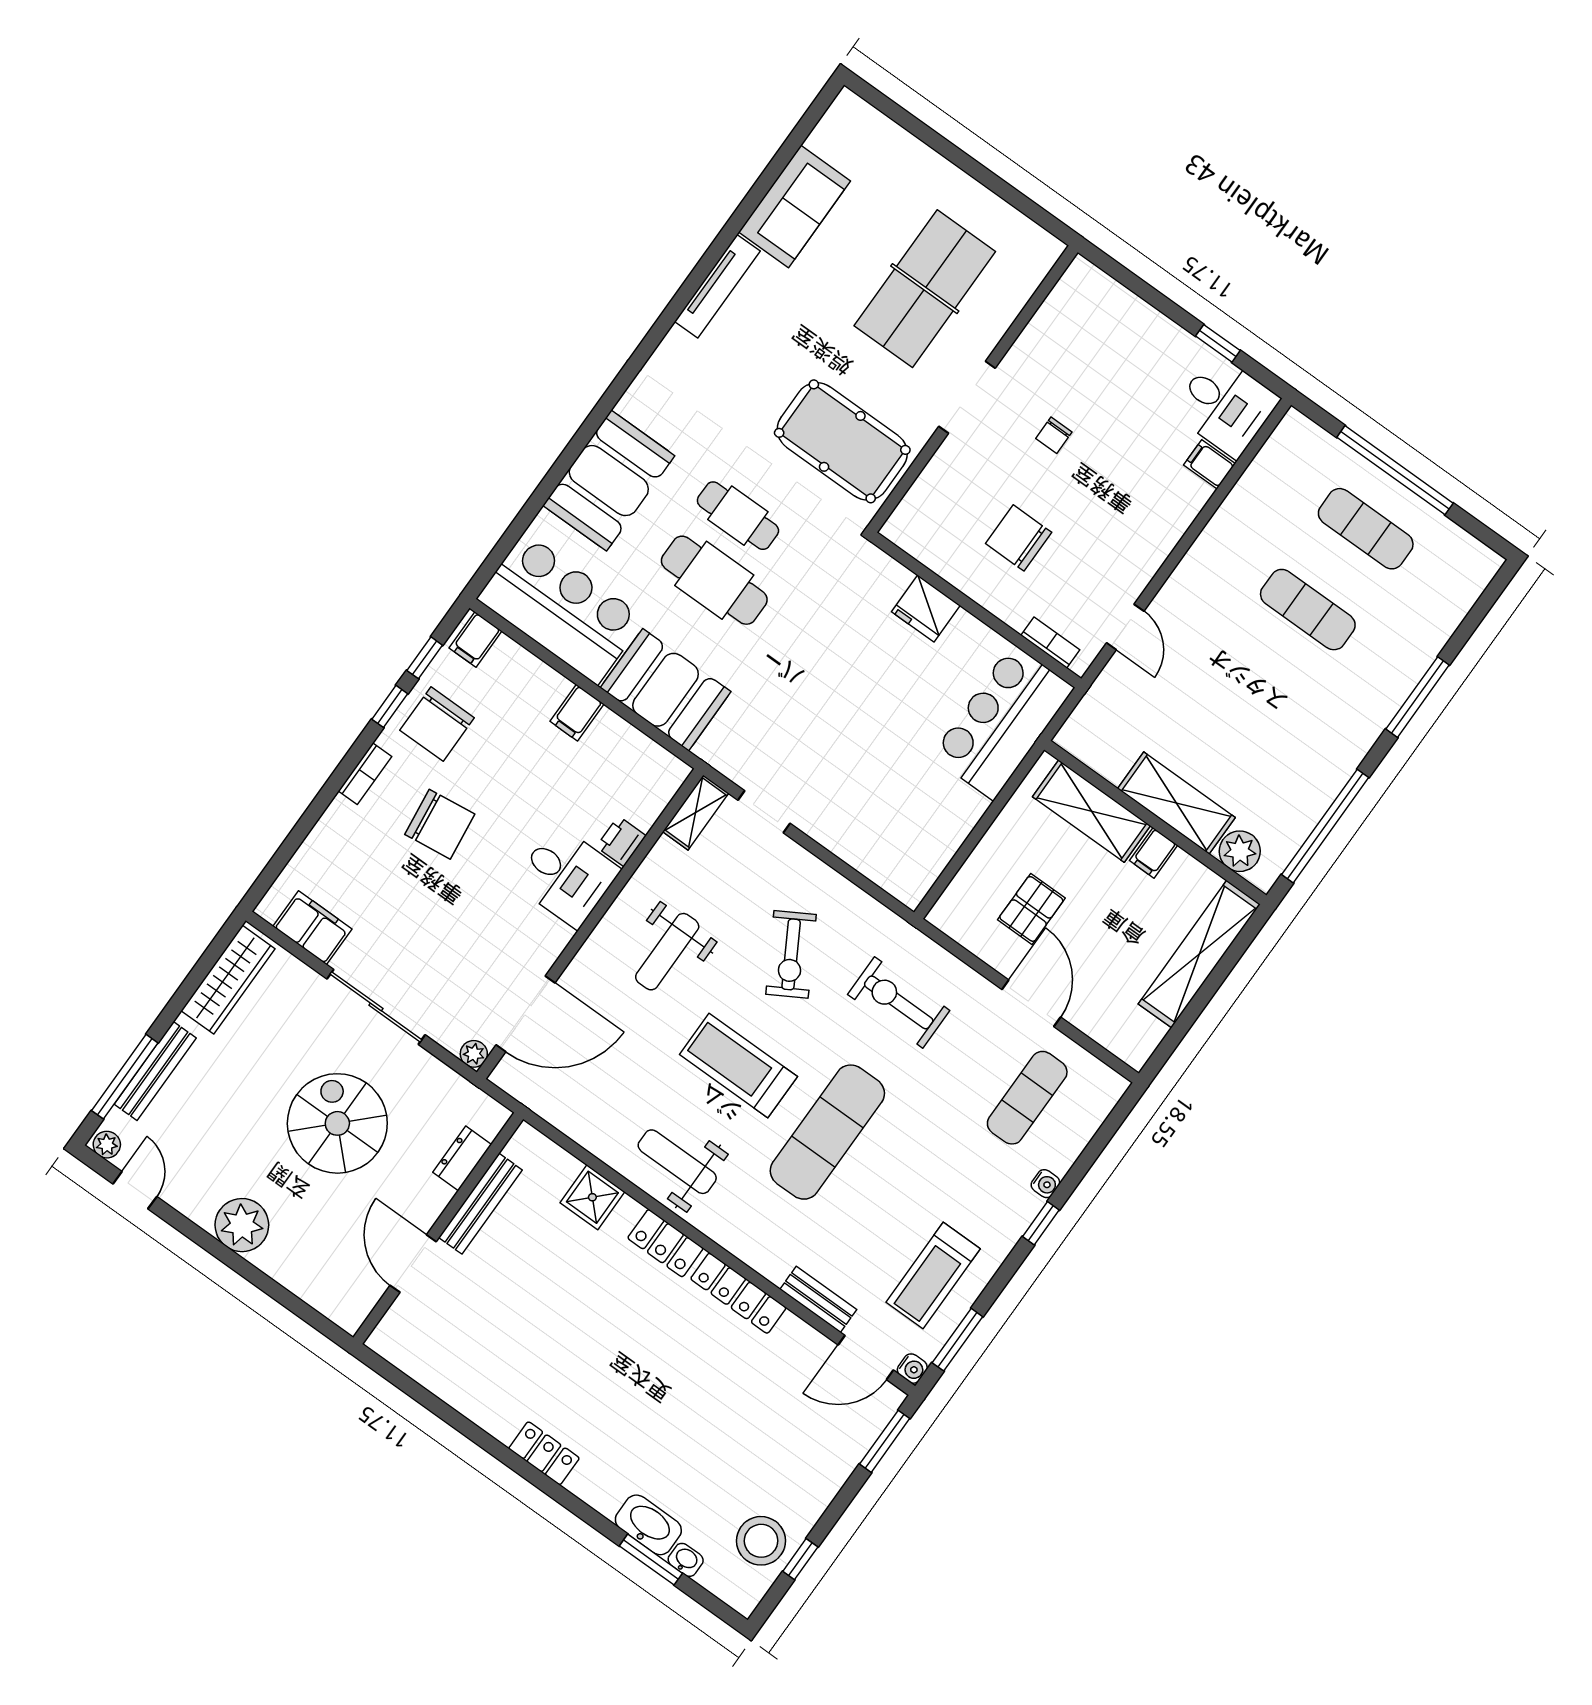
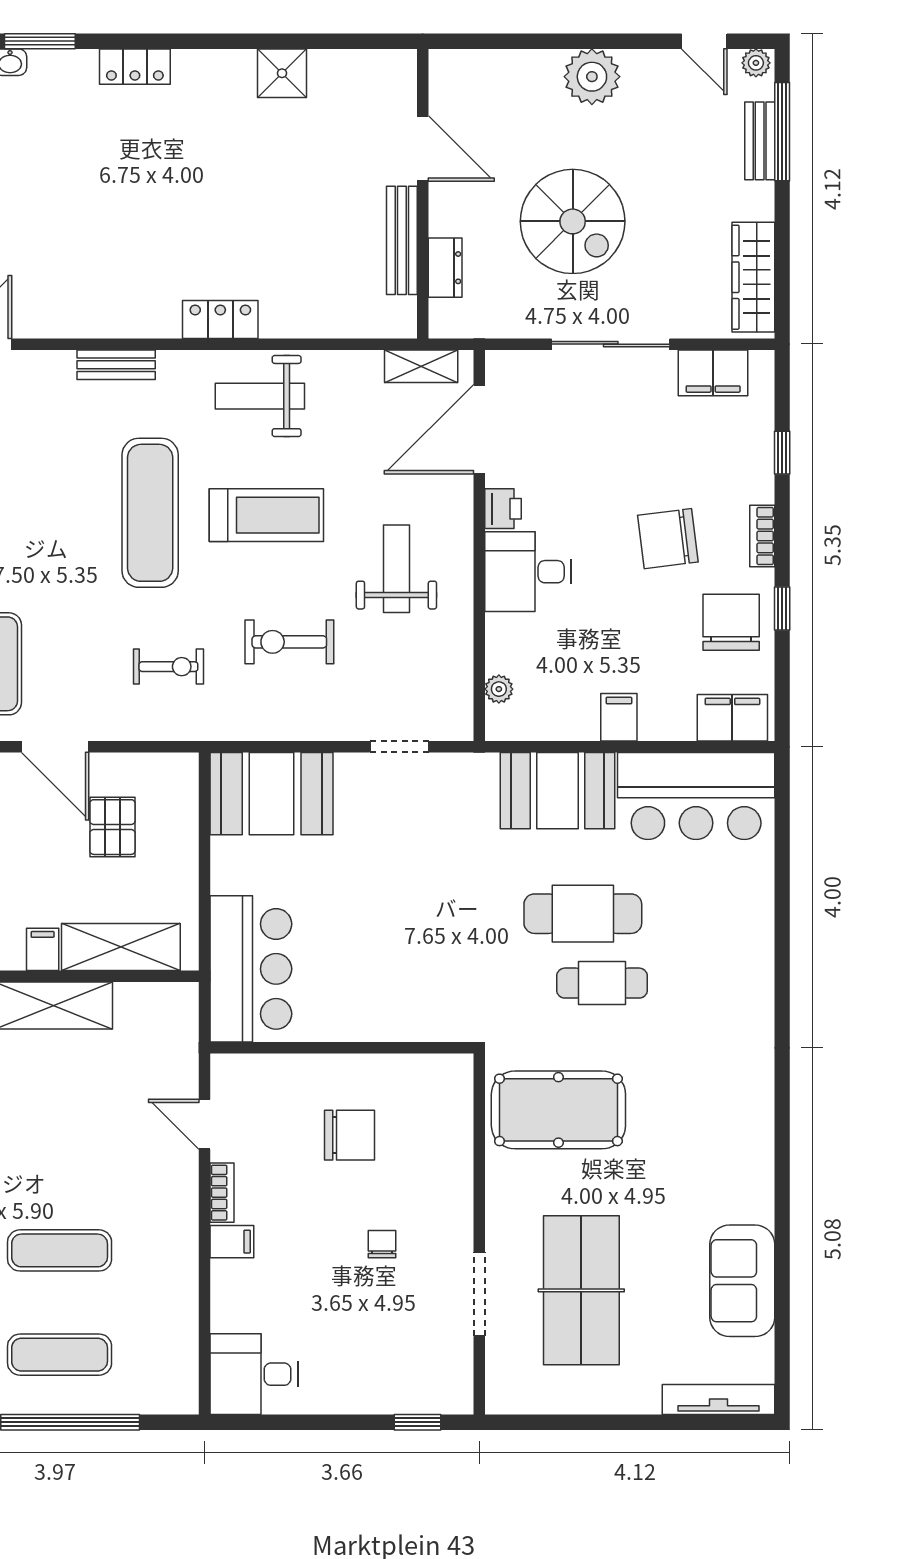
tv unit: (717, 286) -> (719, 1400), moved, turned 90
window: (1218, 343) -> (417, 1422), moved
doorway: (967, 397) -> (479, 1294), moved
filing cabinet: (1209, 464) -> (232, 1242), moved
booth: (609, 481) -> (272, 794), moved, turned 90
fridge: (926, 609) -> (385, 1019), removed
filing cabinet: (476, 639) -> (732, 718), width x2.00
bookcase: (1050, 643) -> (222, 1193), moved, turned -90
window: (425, 658) -> (782, 453), moved
shelving: (696, 812) -> (421, 366), moved, turned 90
printer: (621, 841) -> (503, 509), moved
exercise bike: (791, 954) -> (289, 642), turned -60
exercise bike: (899, 1002) -> (168, 667), width x0.73, depth x0.72
plant: (474, 1054) -> (499, 689), moved
bench: (155, 1071) -> (760, 141), width x0.73
weight bench: (677, 1162) -> (260, 396), turned 180
shower: (592, 1197) -> (282, 73), moved
locker: (738, 1293) -> (128, 321), removed
bench: (818, 1299) -> (116, 365), moved
locker: (544, 1453) -> (135, 67), moved
washbasin: (648, 1525) -> (63, 69), removed

